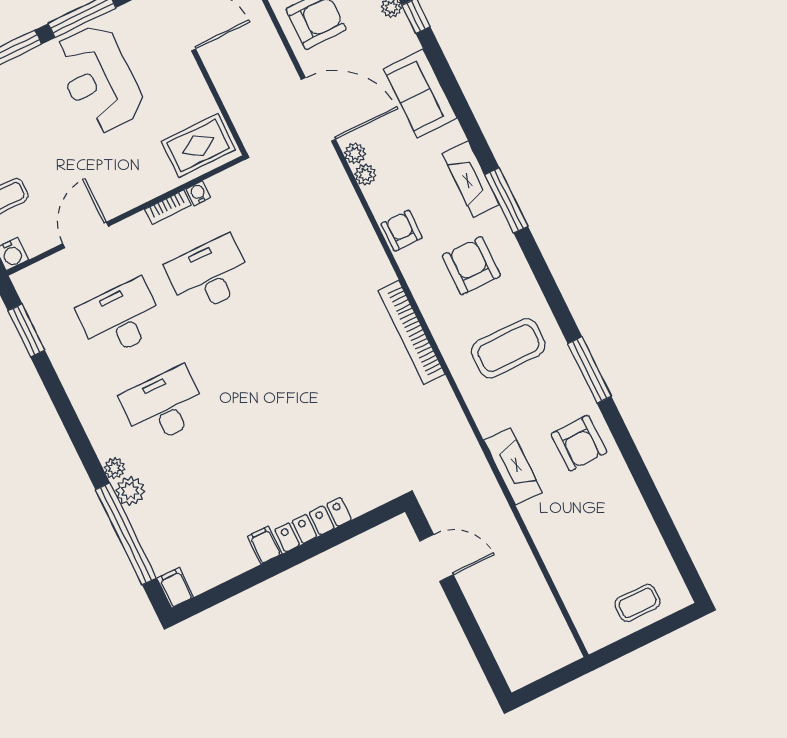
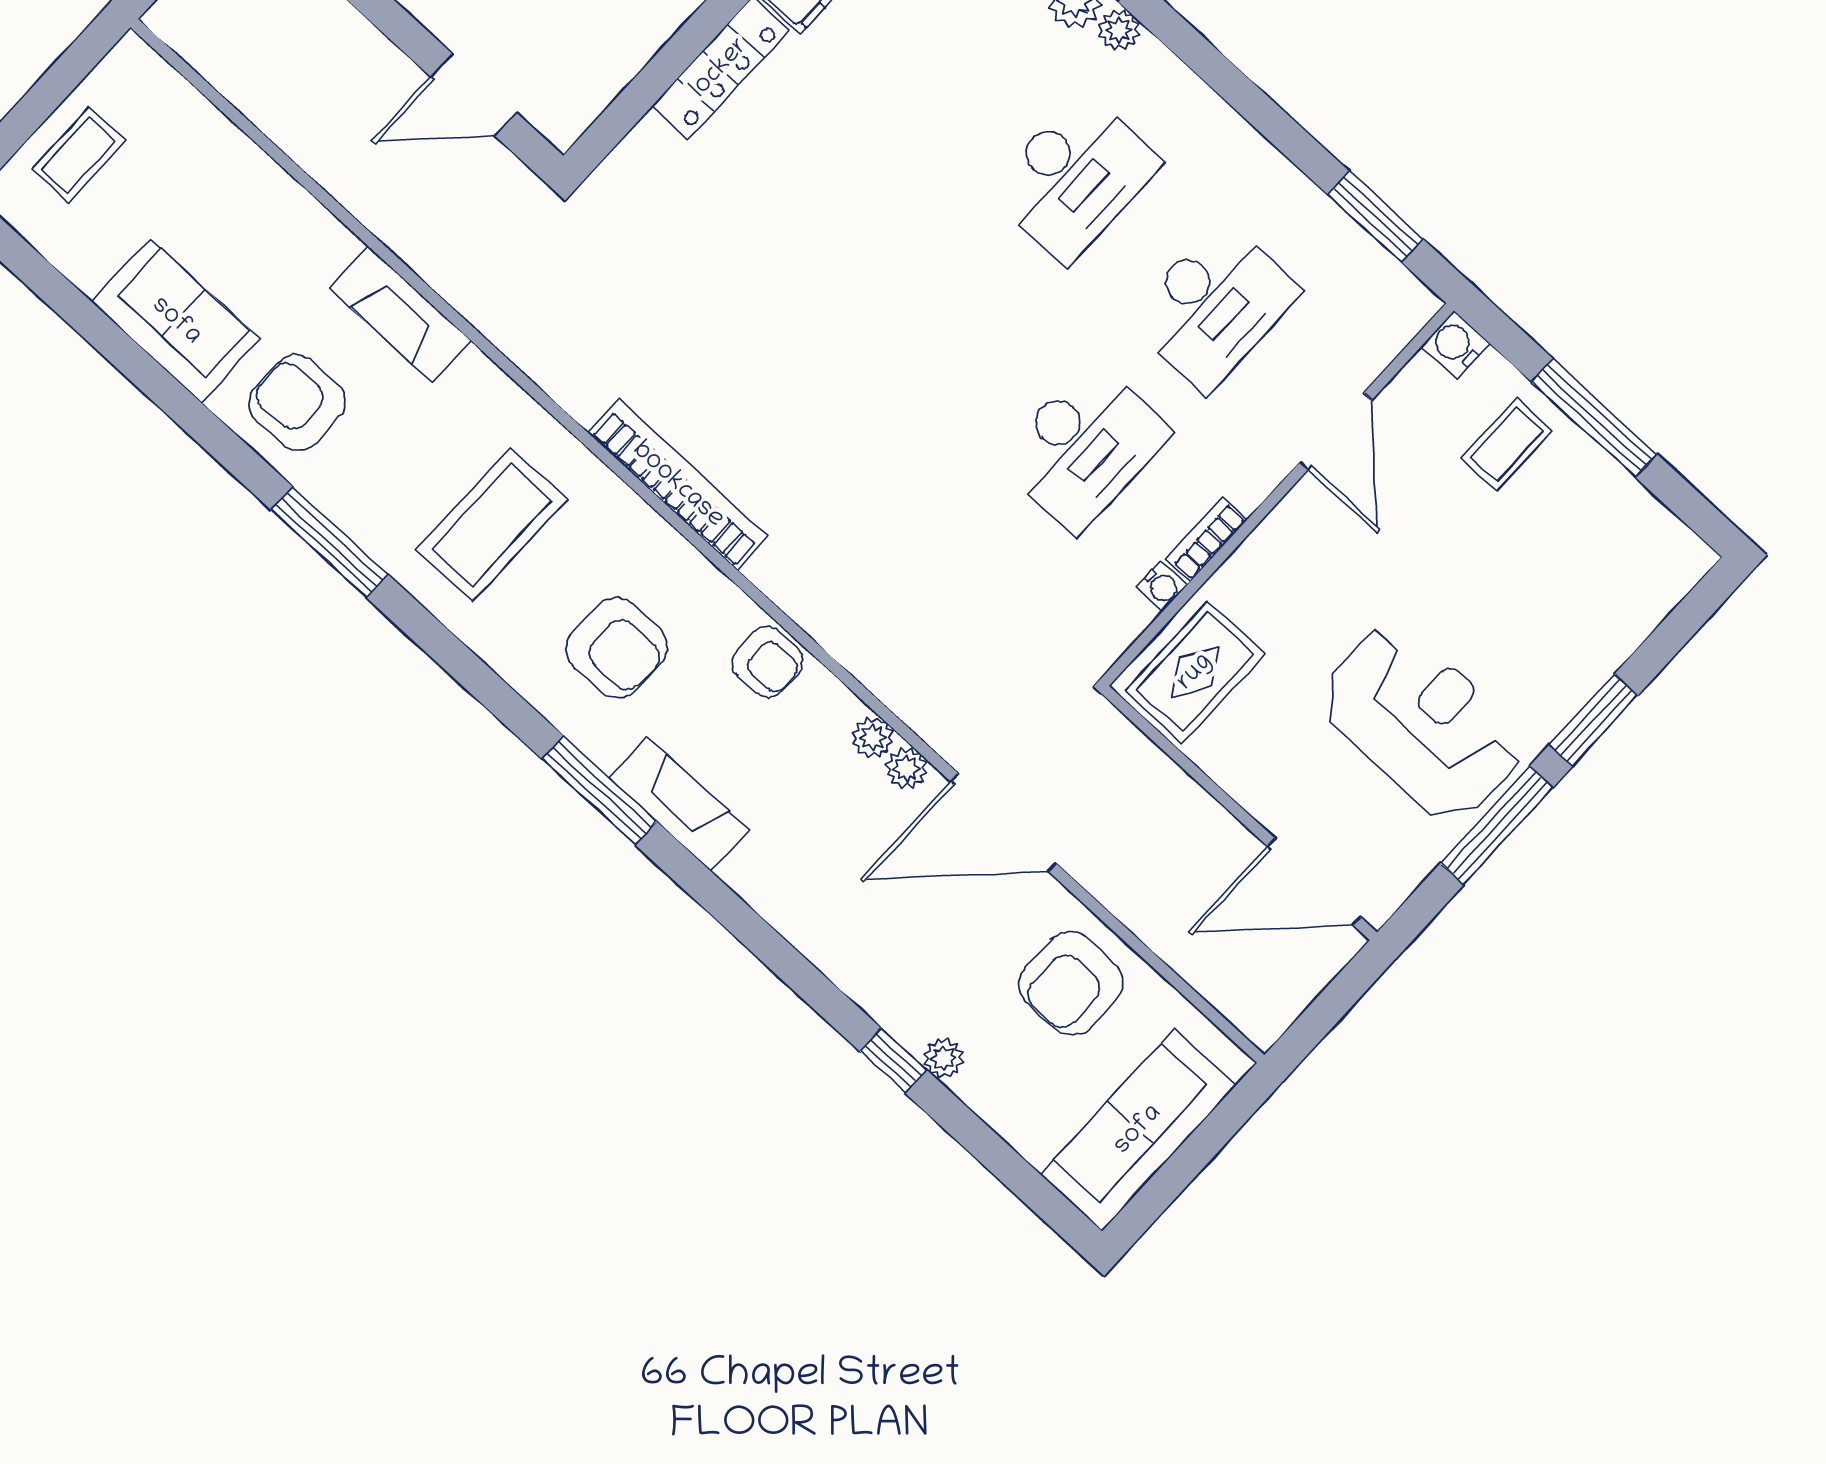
sofa: (420, 93) -> (176, 321), moved

